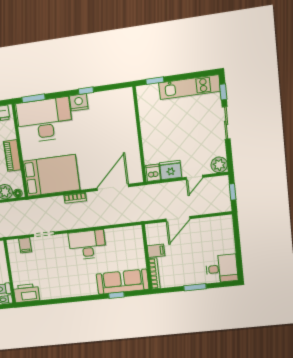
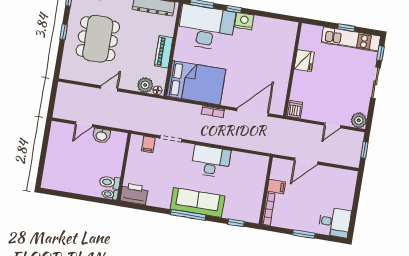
window: (155, 81) -> (346, 28), moved
window: (86, 91) -> (234, 9), moved
fridge: (171, 170) -> (304, 61), moved, turned 90
sofa: (123, 282) -> (198, 203), moved
window: (116, 295) -> (236, 223), moved
window: (81, 299) -> (188, 215), added

